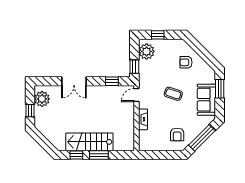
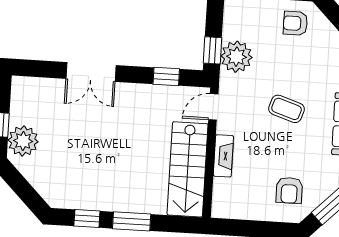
plant: (147, 51) -> (236, 57), moved
armchair: (186, 62) -> (295, 23), moved
plant: (42, 99) -> (23, 141), moved
stairs: (89, 142) -> (188, 169), moved, turned -90

